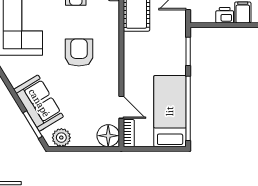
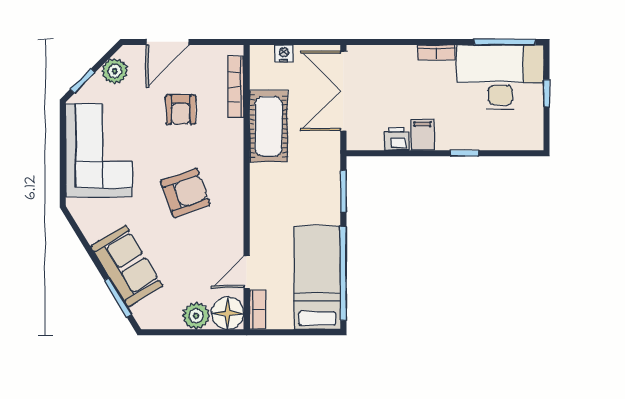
armchair: (79, 53) -> (185, 193), turned 70
door: (121, 107) -> (247, 272), swing flipped
plant: (61, 138) -> (196, 316), moved

